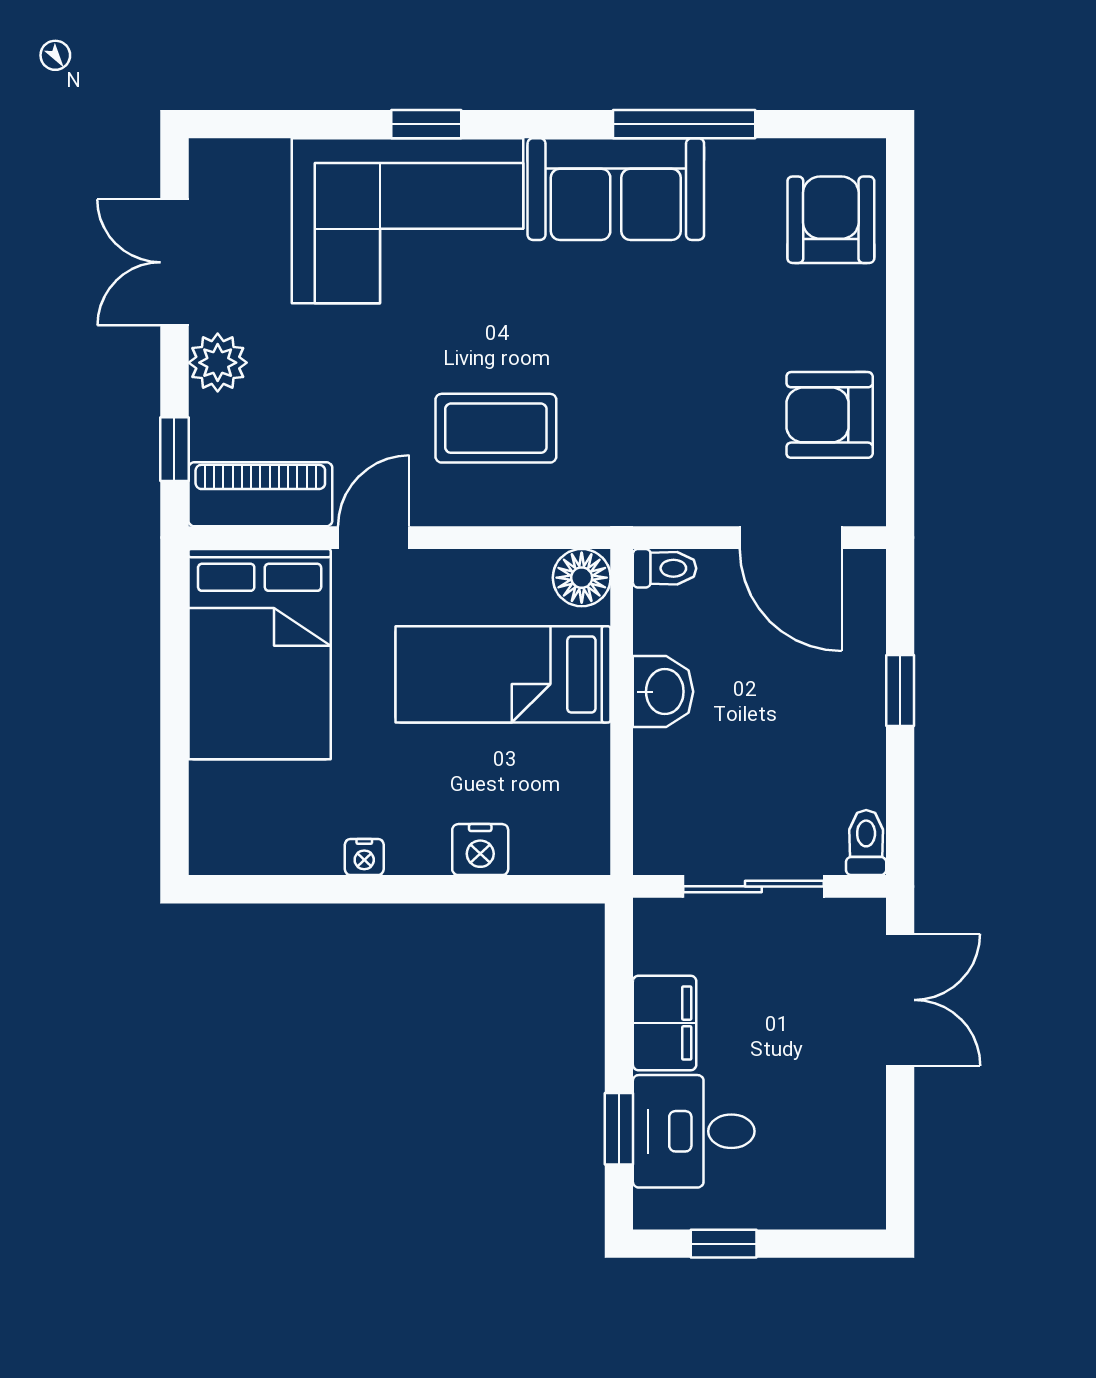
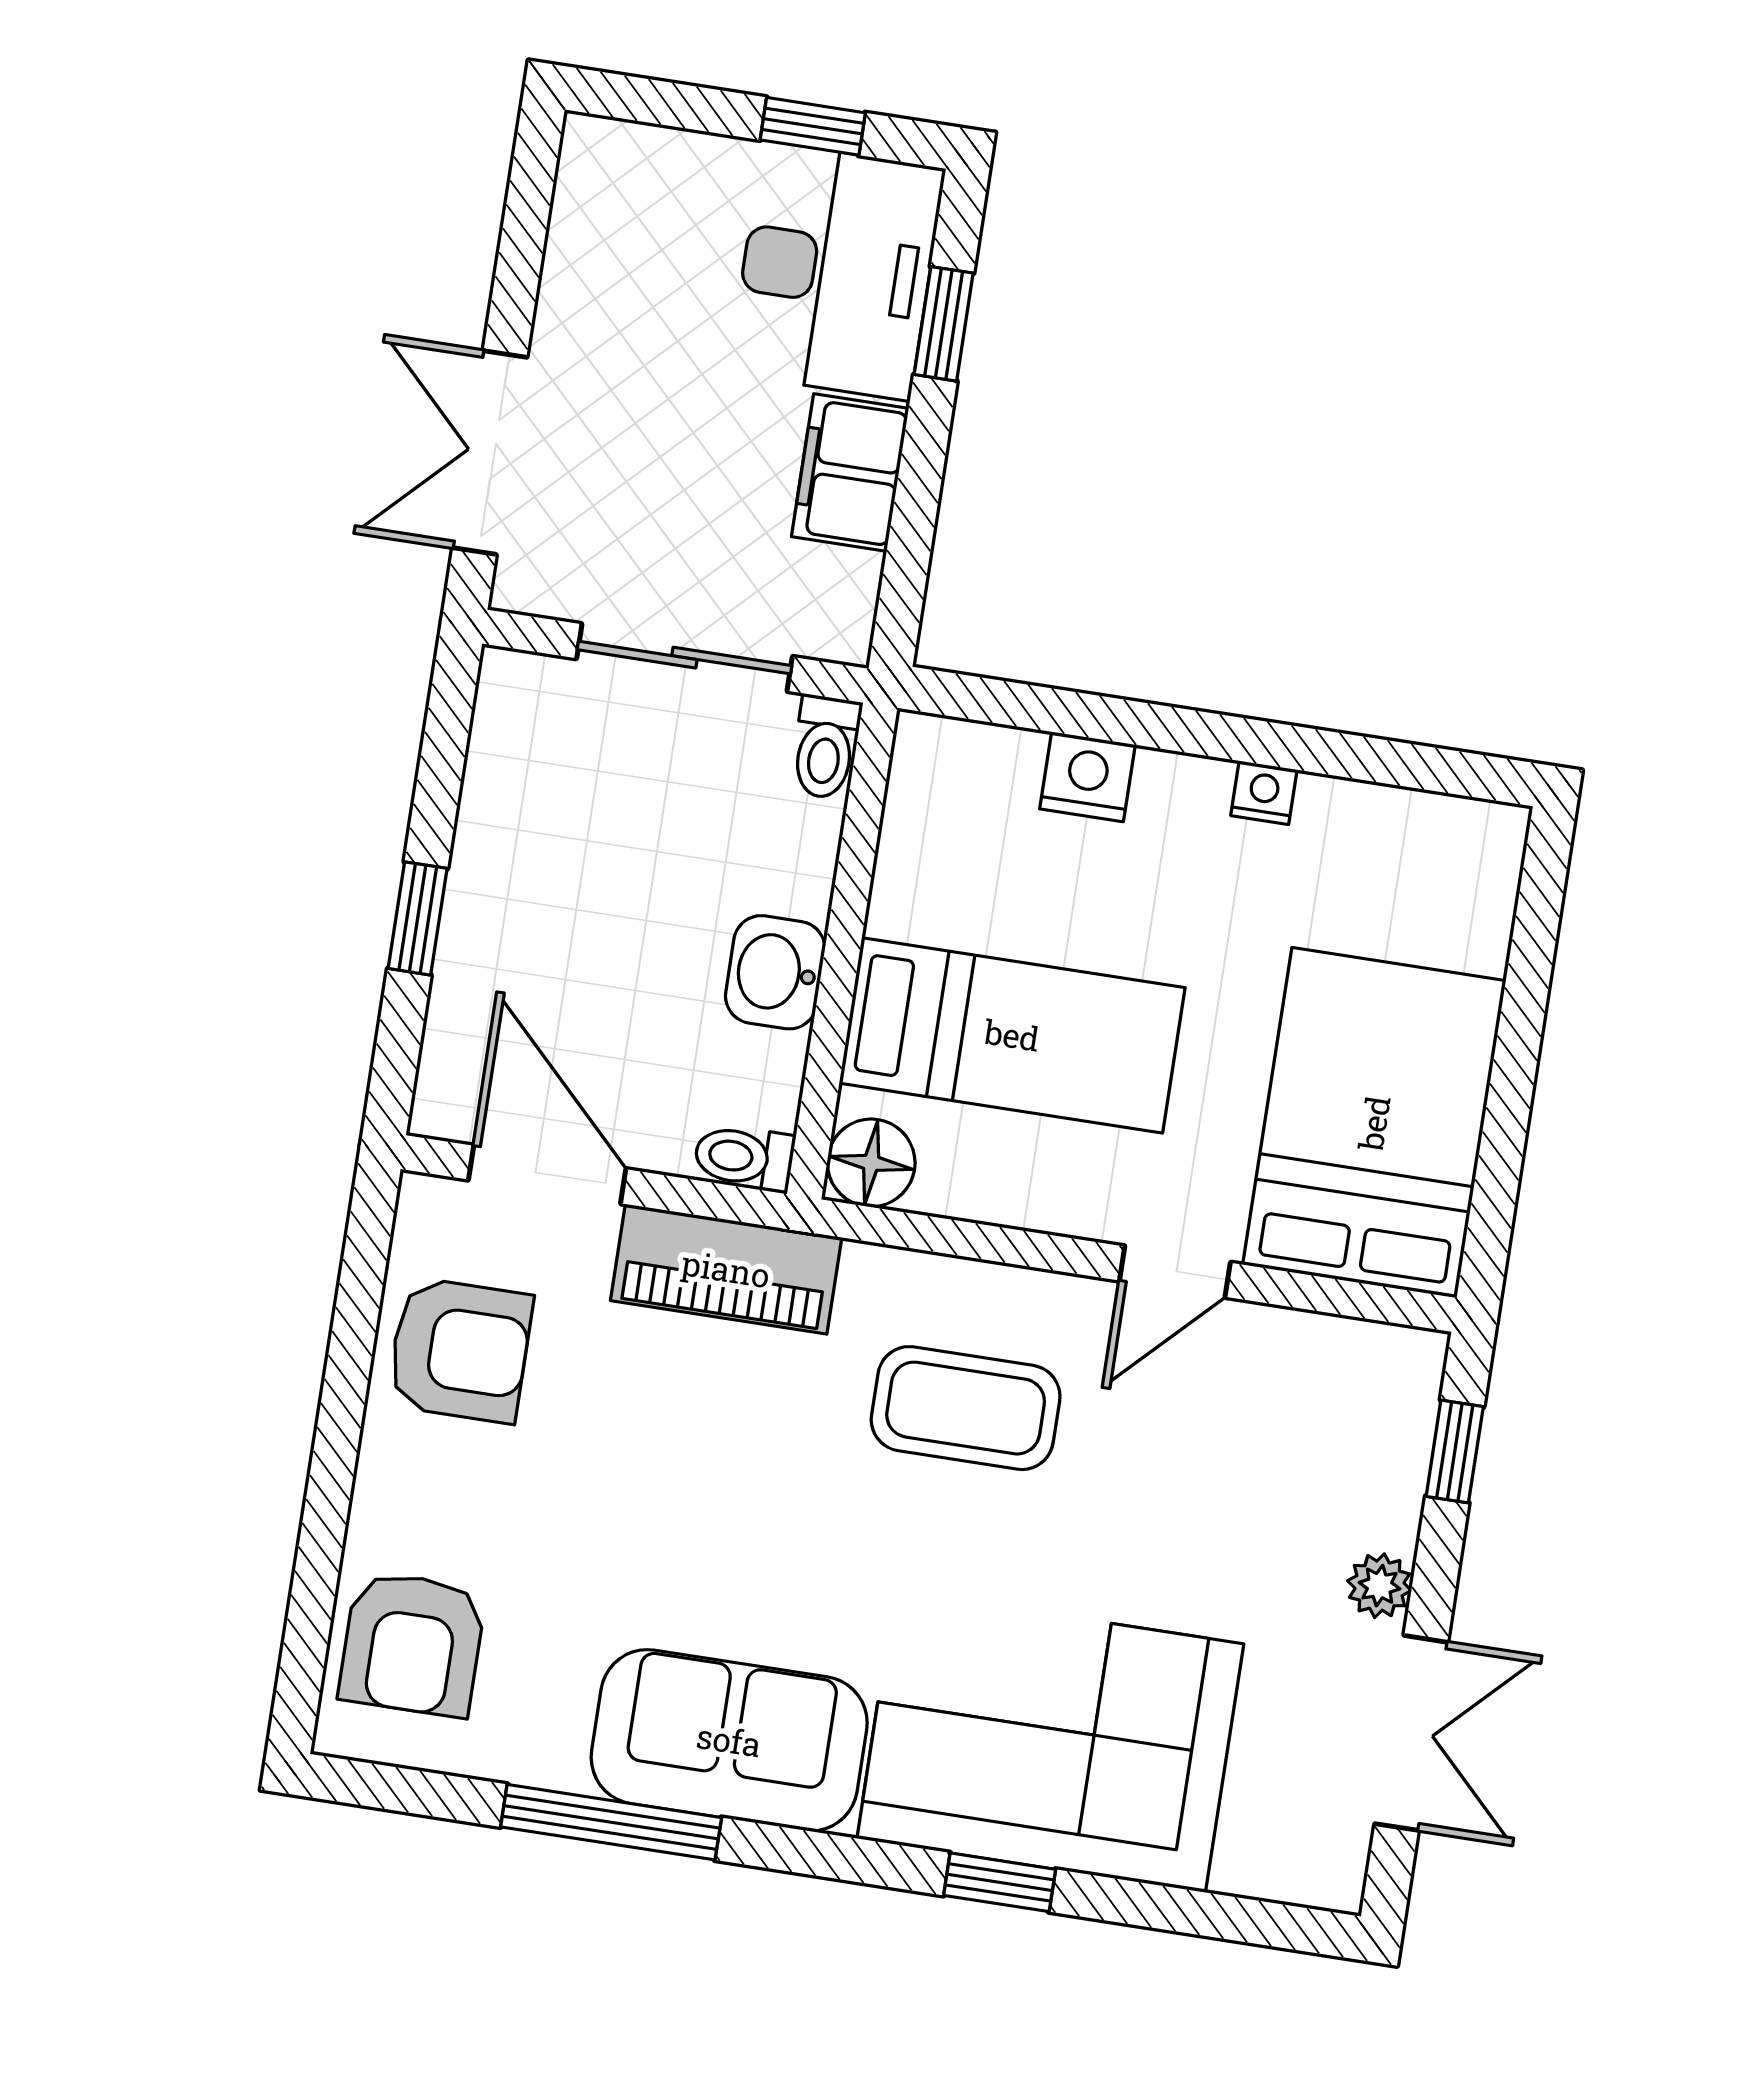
plant: (218, 363) -> (1379, 1586), width x0.73, depth x0.73
piano: (260, 494) -> (726, 1269), moved
toilet: (866, 843) -> (826, 747), moved
desk: (694, 1131) -> (836, 271), width x1.37

